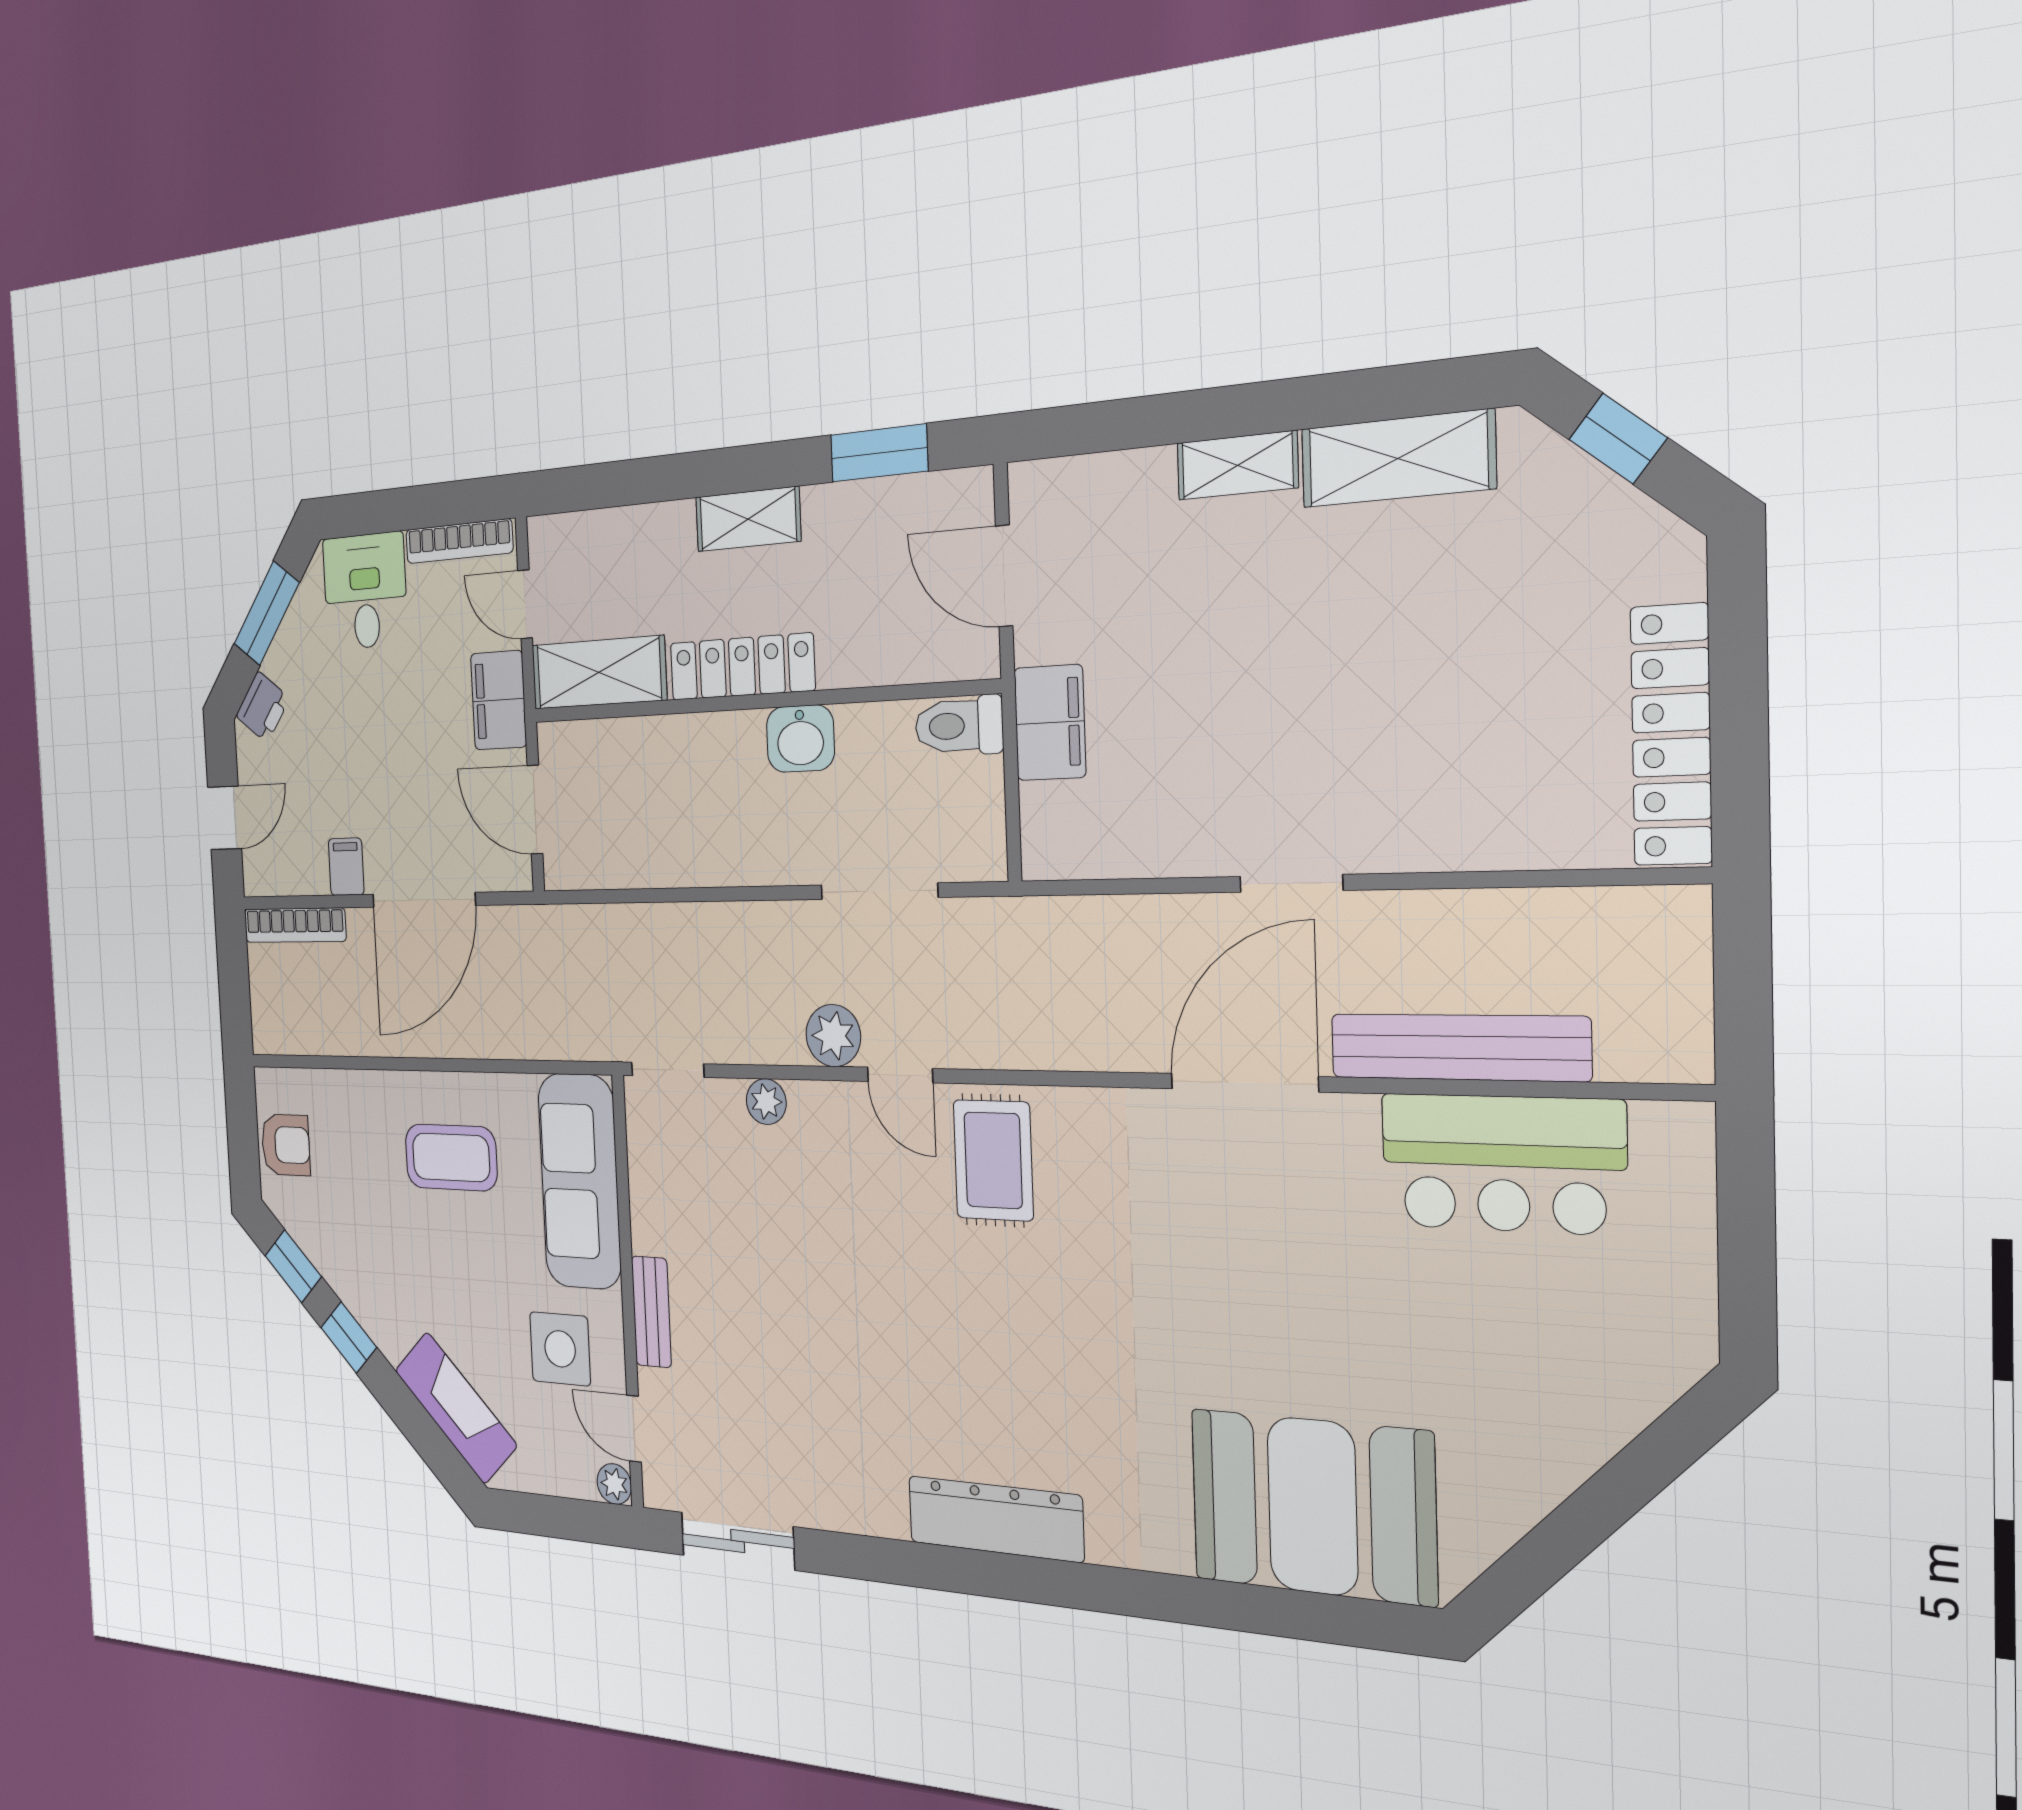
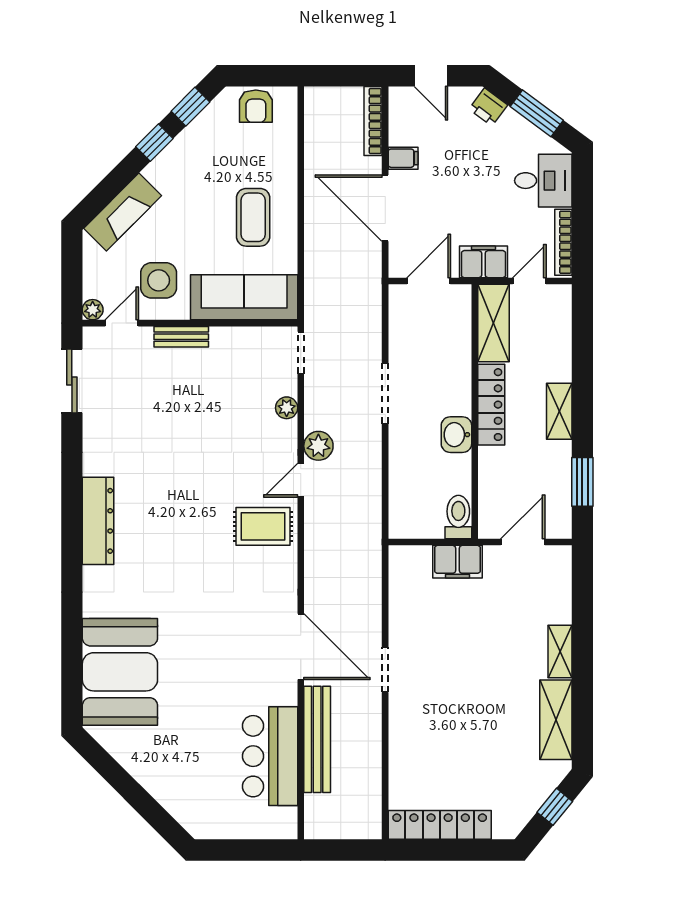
doorway: (879, 891) -> (385, 393), moved

